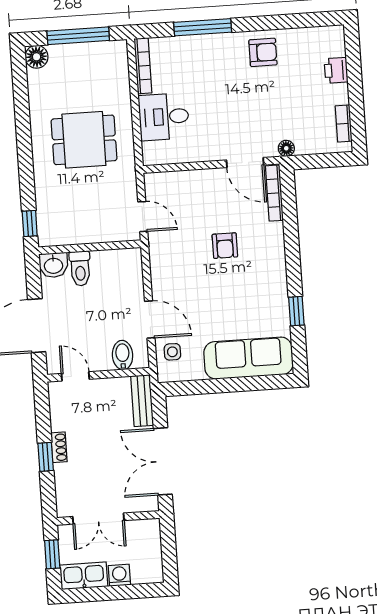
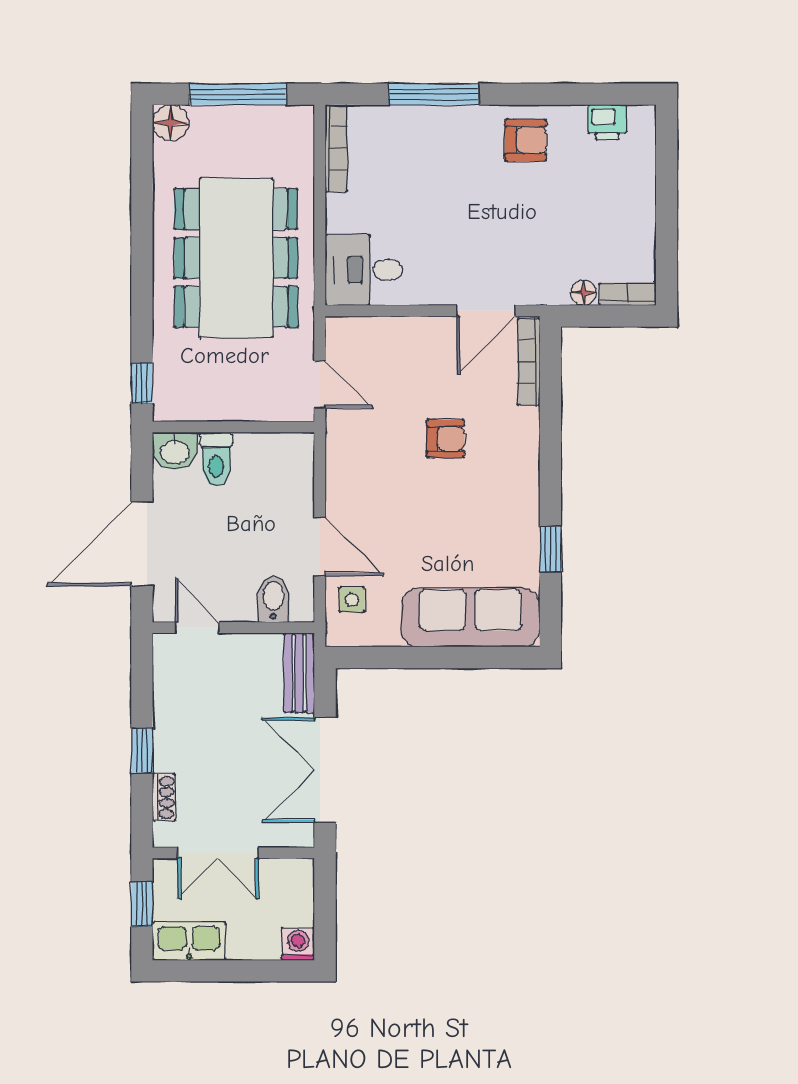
printer: (336, 70) -> (607, 122), moved, turned -90
desk: (164, 117) -> (364, 270), moved
bookcase: (344, 124) -> (628, 294), moved, turned 90
dining table: (84, 140) -> (236, 258), width x1.88, depth x1.24
floor lamp: (286, 148) -> (584, 293), moved
door: (245, 163) -> (486, 311), hinge flipped
armchair: (225, 246) -> (445, 439), turned -90
shoe rack: (59, 447) -> (164, 798), moved
washing machine: (119, 575) -> (298, 944), moved

